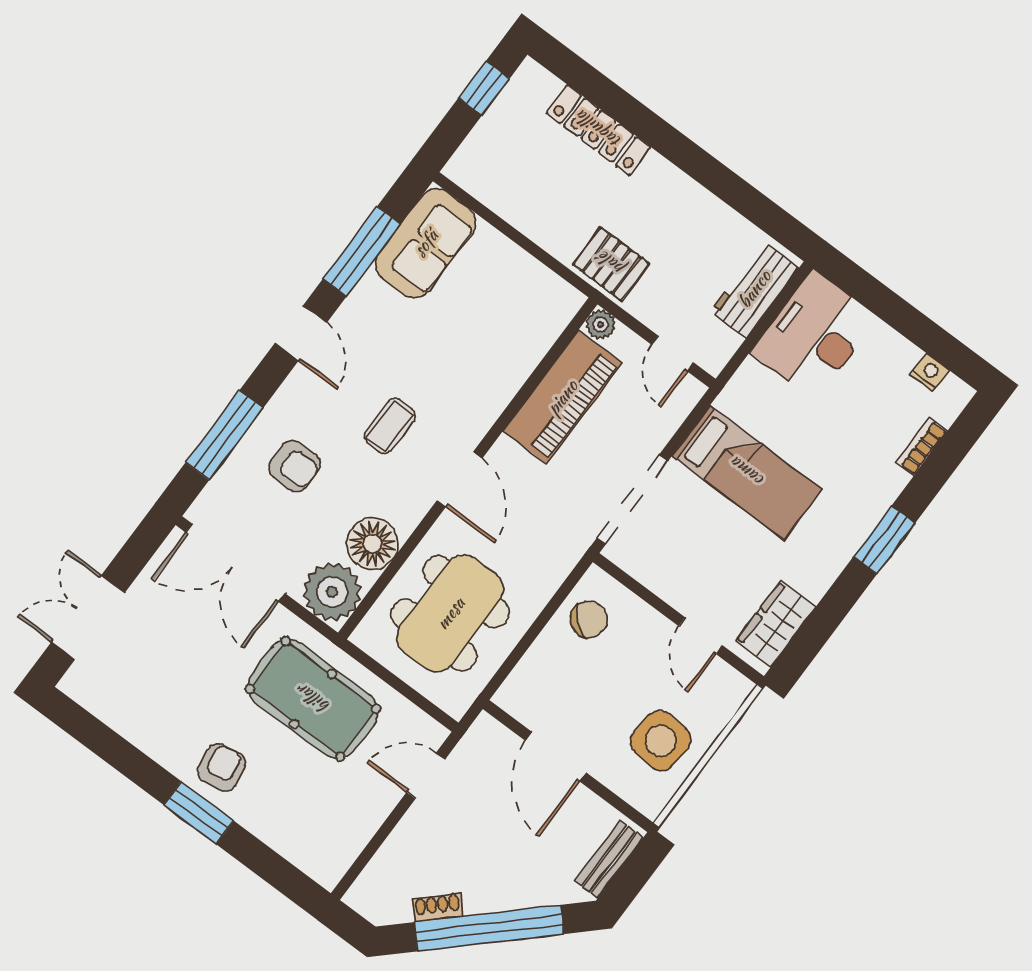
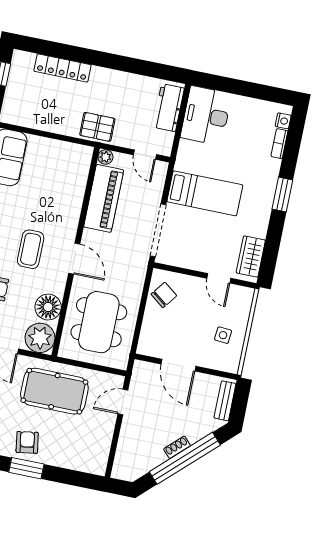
nightstand: (930, 372) -> (283, 121), moved, turned 90
coffee table: (390, 426) -> (31, 249), width x1.36, depth x1.30
side table: (661, 741) -> (223, 335), width x0.54, depth x0.54
shoe rack: (438, 907) -> (177, 447), moved

